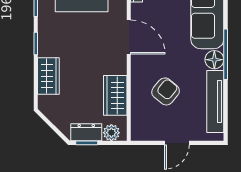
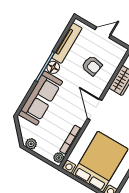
armchair: (166, 91) -> (92, 66), turned -119

